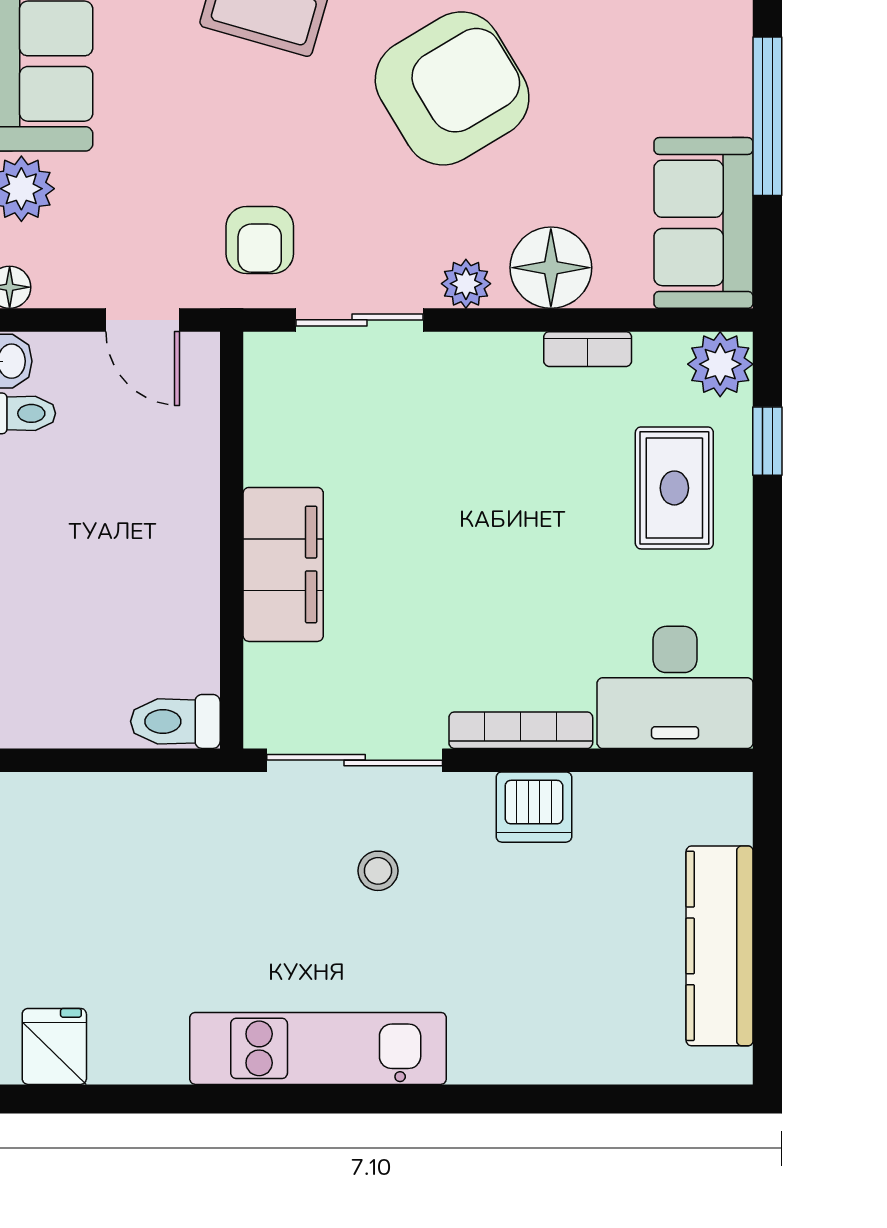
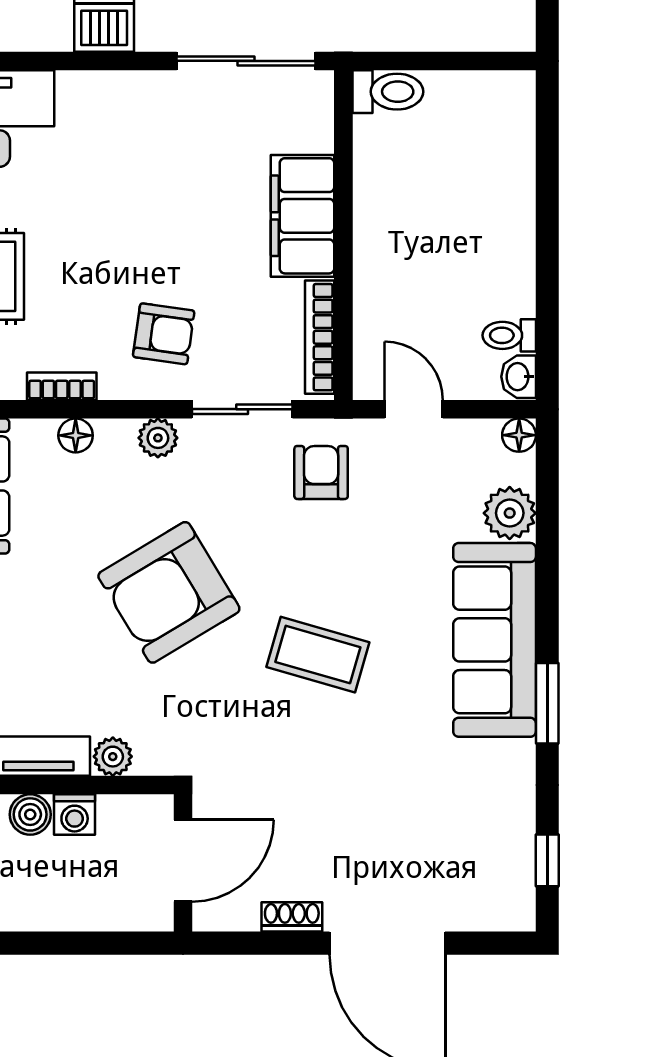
floor lamp: (551, 268) -> (76, 435), width x0.53, depth x0.53
armchair: (459, 415) -> (164, 334), added
bookcase: (521, 730) -> (320, 337), moved, turned 90

